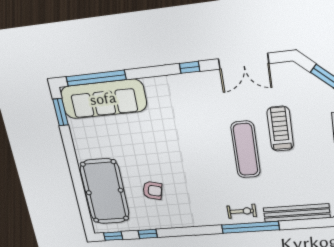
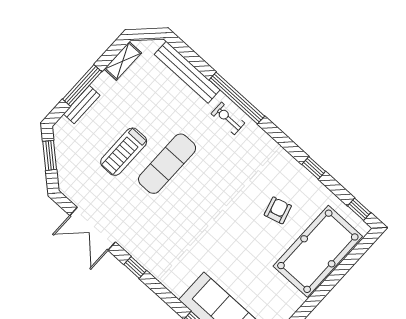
double door: (244, 61) -> (93, 229), swing flipped
armchair: (152, 190) -> (278, 210), turned 60
window: (148, 234) -> (314, 168), moved

